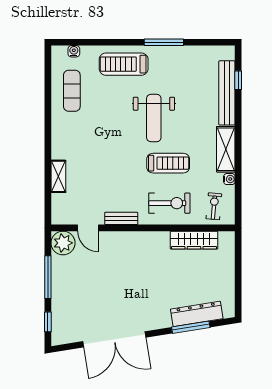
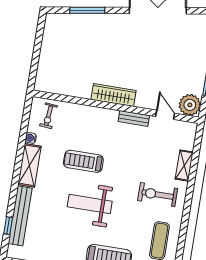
weight bench: (154, 118) -> (90, 204), turned -90
exercise bike: (169, 203) -> (158, 195), moved
wardrobe: (194, 240) -> (114, 95), moved
dresser: (197, 314) -> (80, 21), removed

